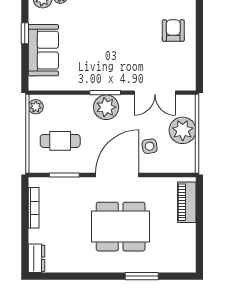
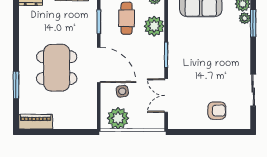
plant: (106, 107) -> (154, 26), moved
plant: (183, 130) -> (118, 118), moved
piano: (187, 202) -> (36, 122), moved

